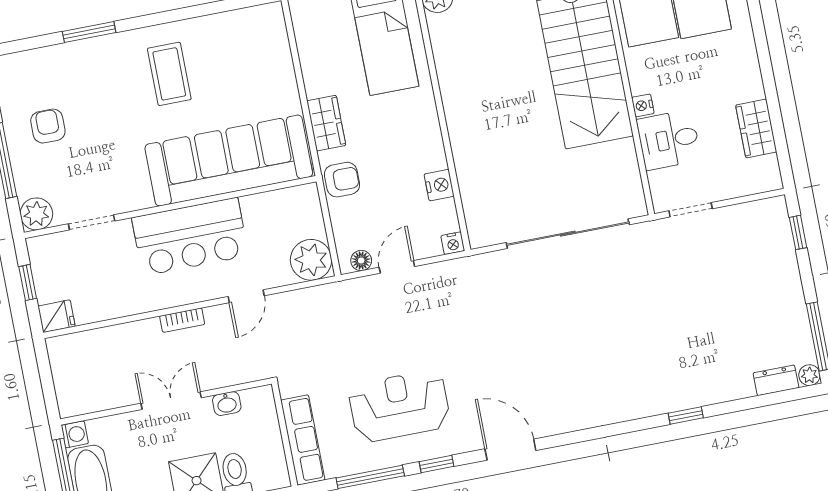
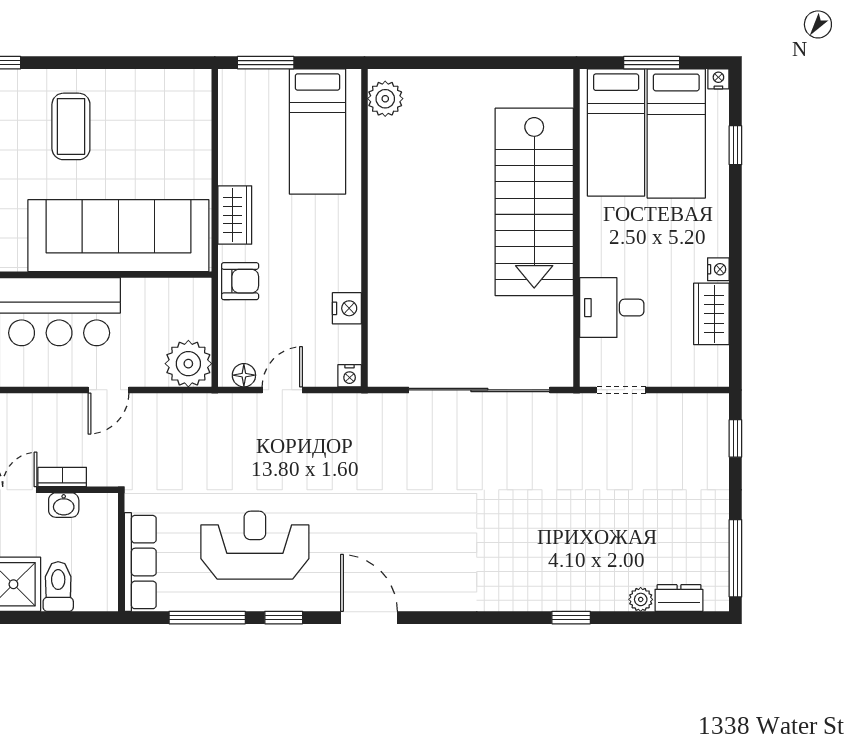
nightstand: (643, 105) -> (718, 269), moved, turned 180
bookcase: (182, 320) -> (62, 477), moved, turned 180
plant: (809, 375) -> (641, 599), moved

